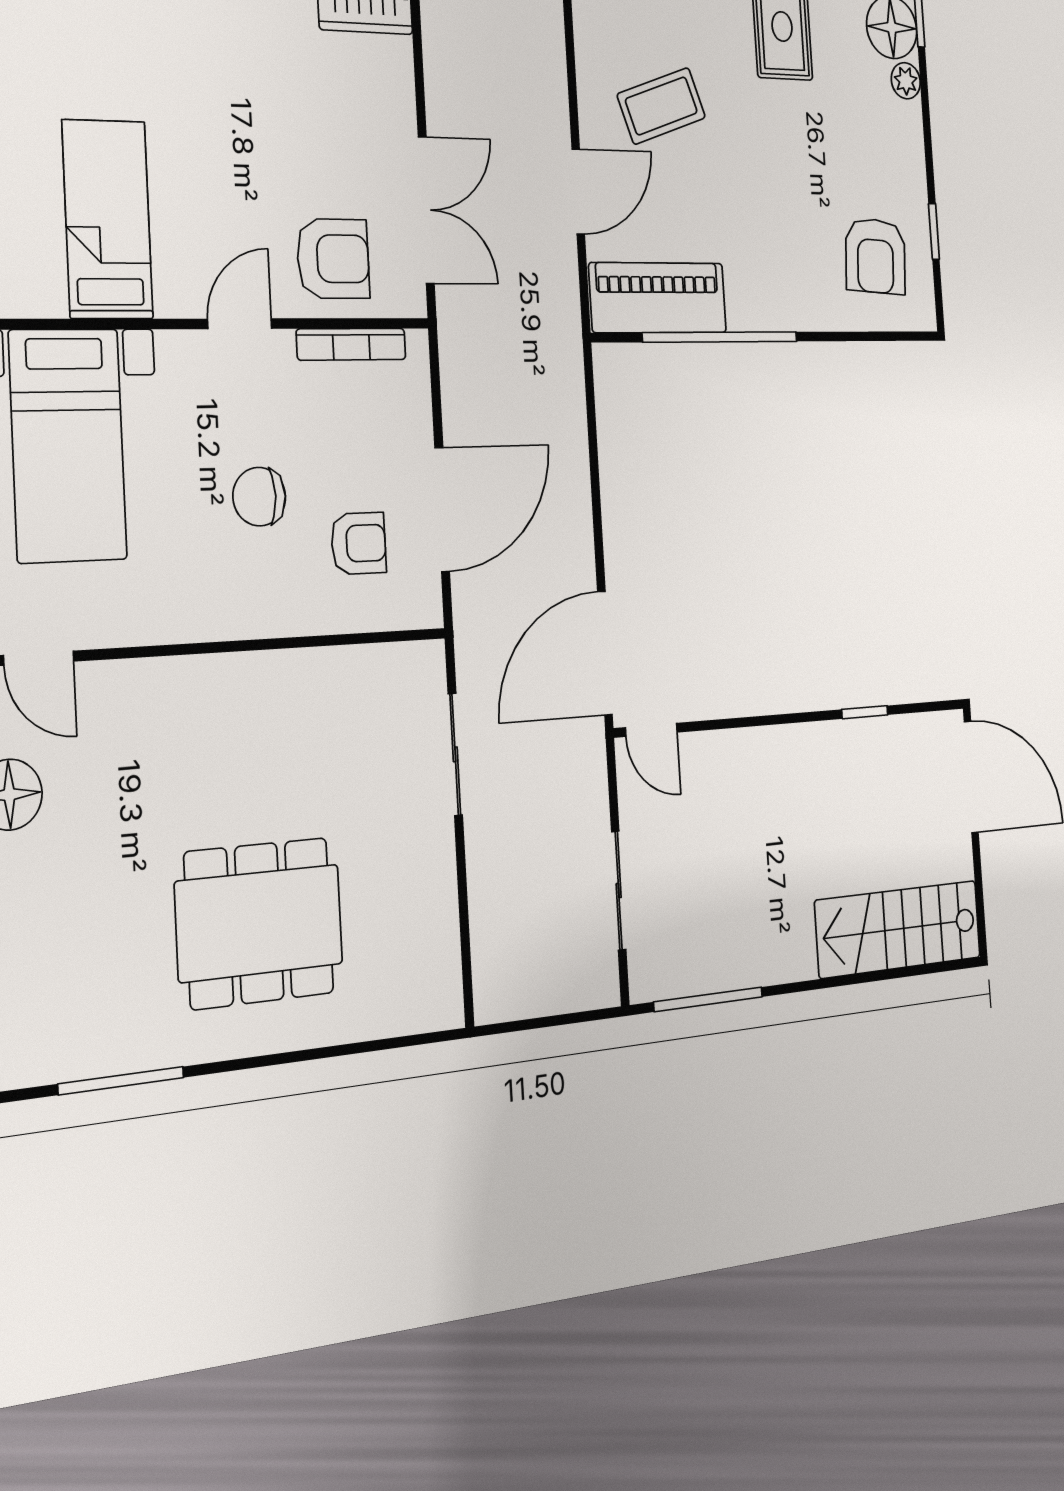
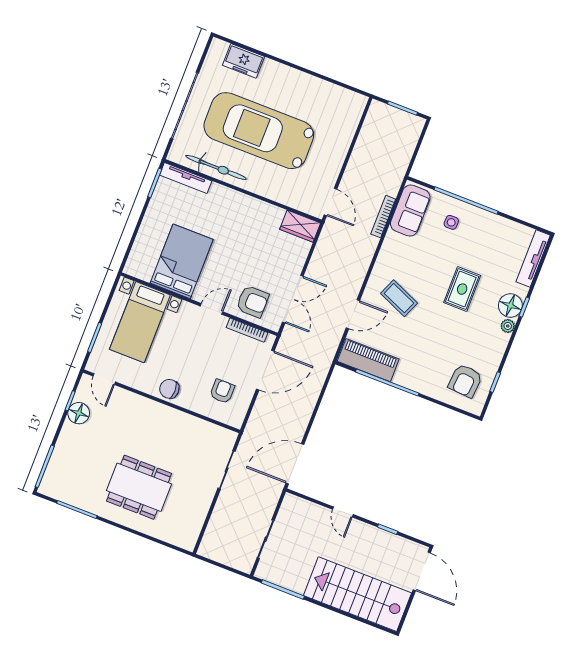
coffee table: (661, 106) -> (399, 298), turned 42
bed: (108, 219) -> (182, 261), width x1.50
chair: (259, 497) -> (169, 389), moved
door: (442, 510) -> (265, 370), moved
armchair: (359, 543) -> (222, 391), turned -90
door: (651, 730) -> (343, 512), moved
stairs: (898, 929) -> (357, 594), width x1.36, depth x1.51

